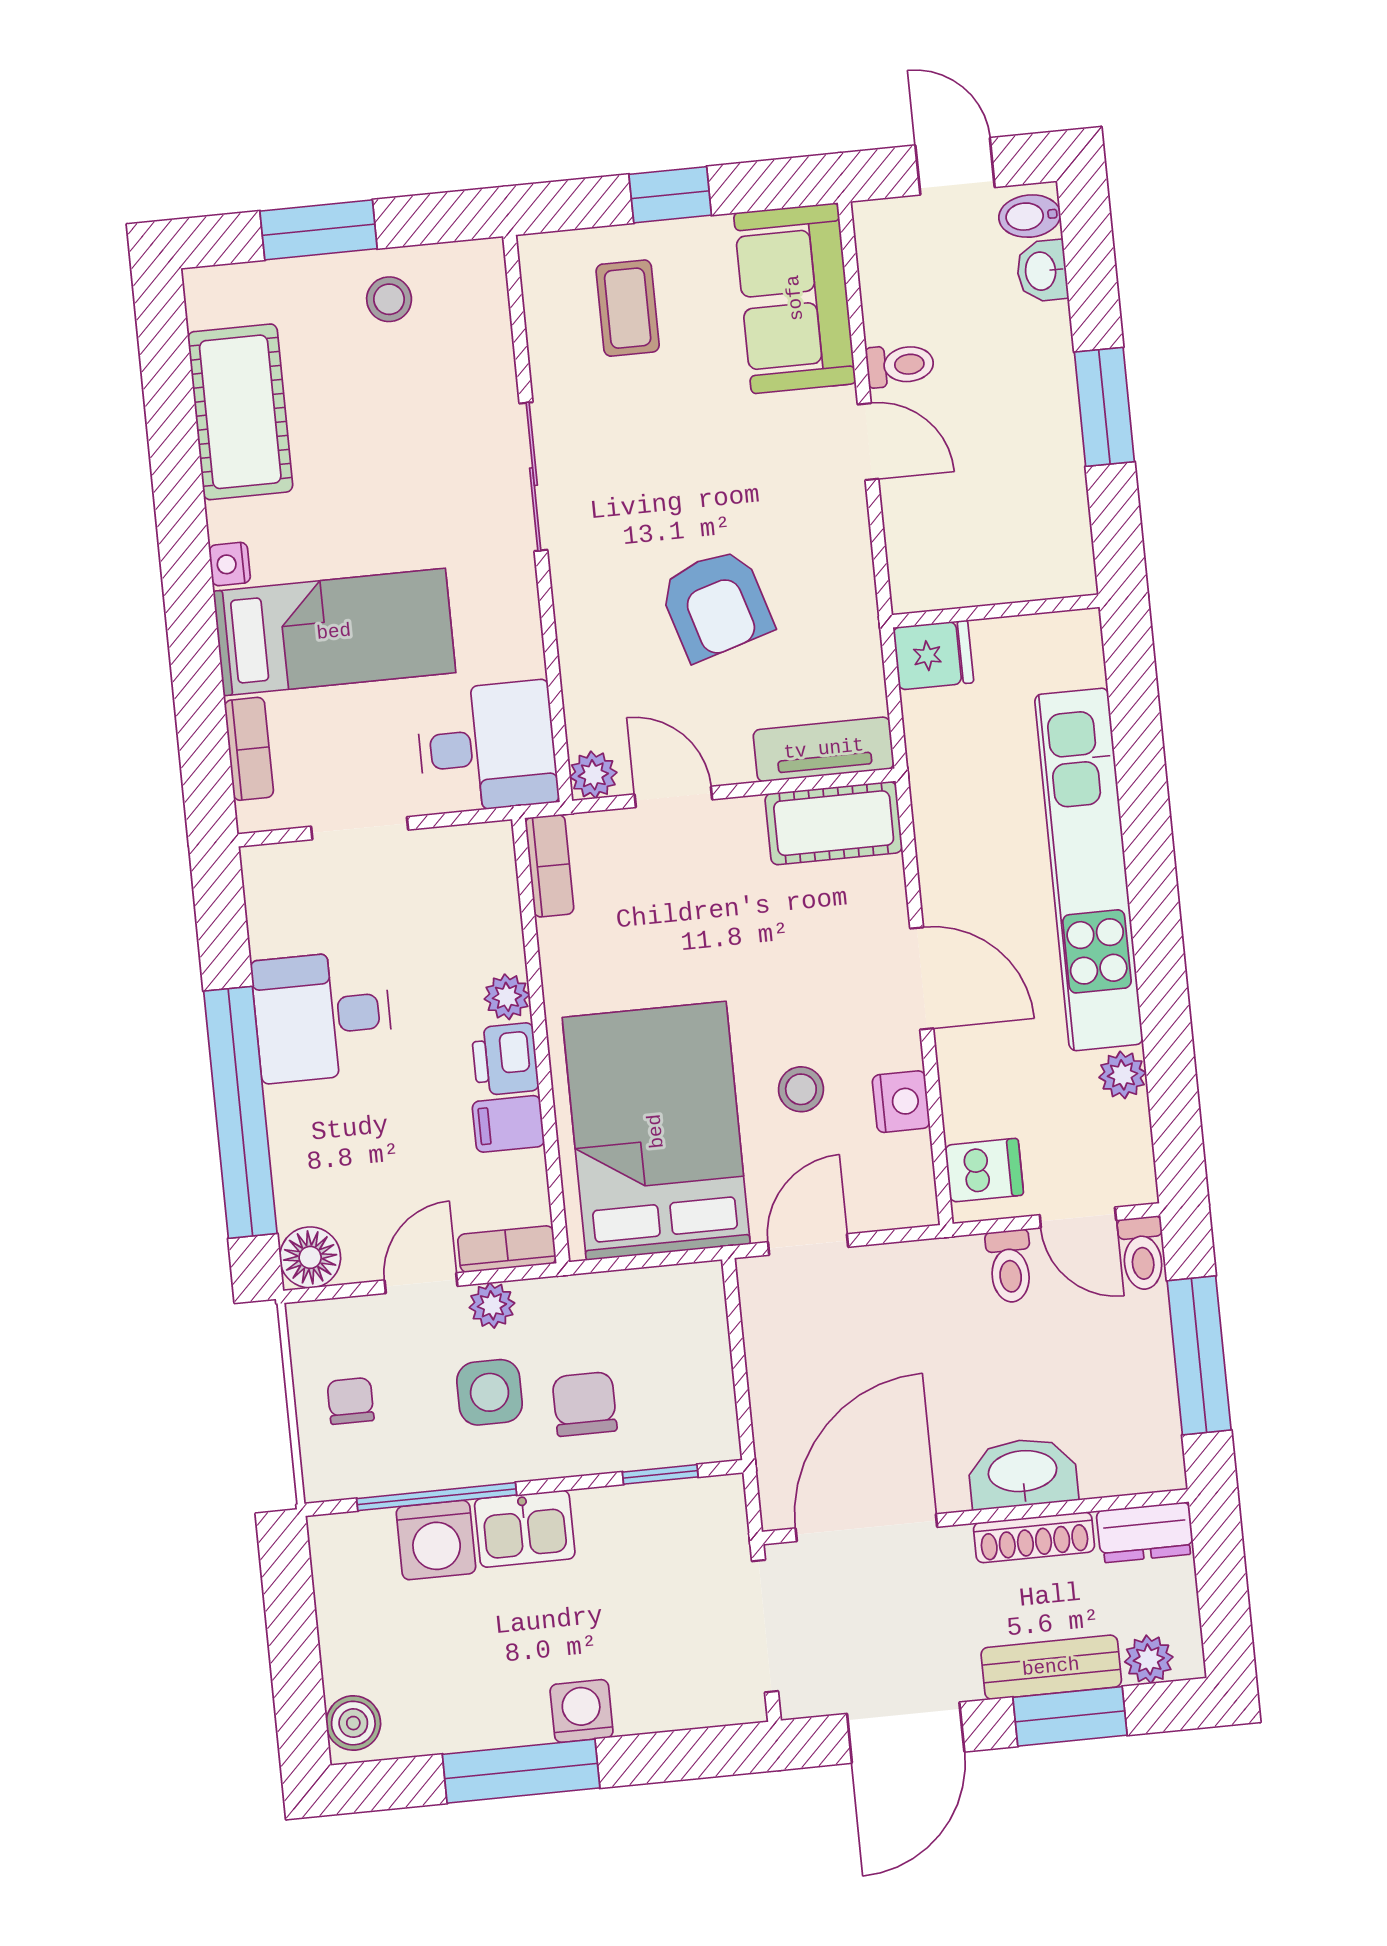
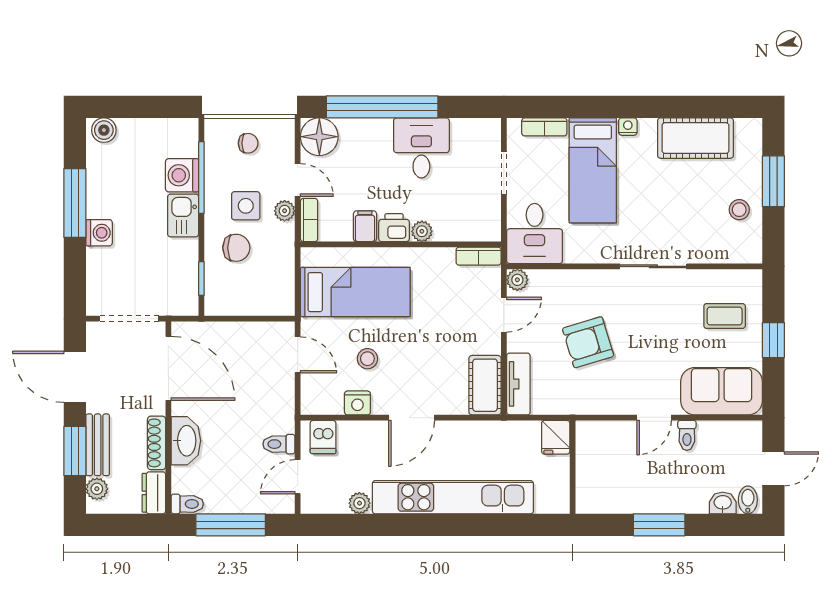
bed: (656, 1131) -> (355, 292), width x0.67
toilet: (1142, 1253) -> (187, 504), moved, turned 180
floor lamp: (310, 1257) -> (319, 137), width x1.38, depth x1.38

